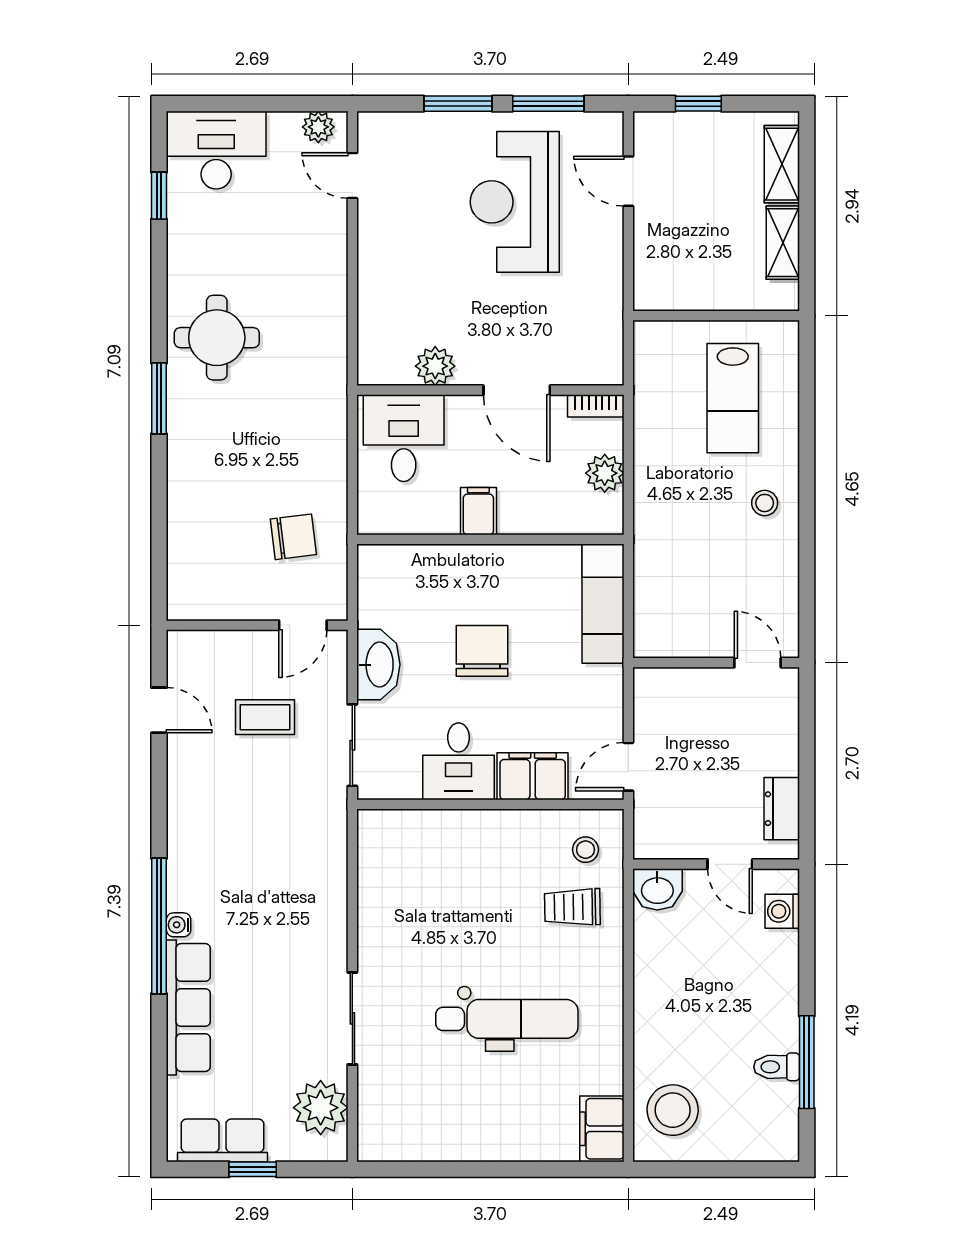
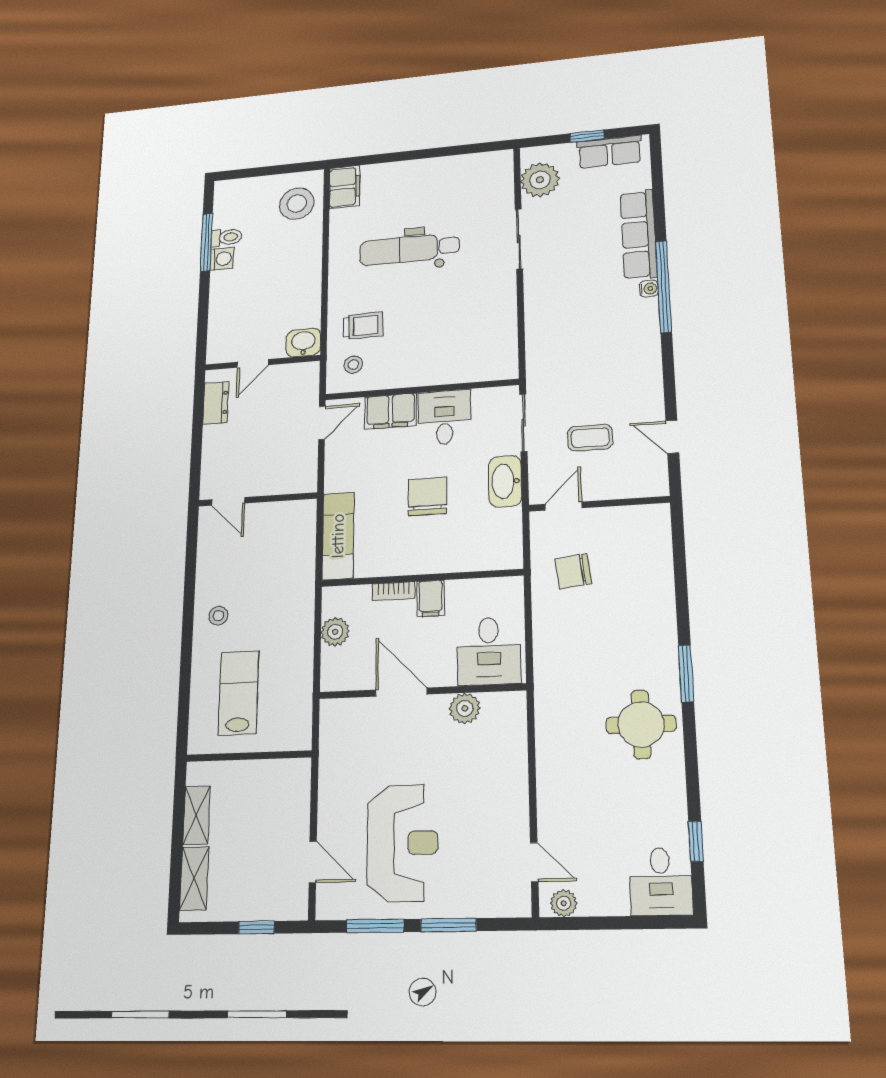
desk: (216, 150) -> (661, 882), width x0.73
bookcase: (596, 406) -> (393, 591), moved, turned 180
chair: (482, 651) -> (428, 496), turned 180
door: (730, 864) -> (253, 363), swing flipped
washing machine: (782, 911) -> (222, 259), moved

